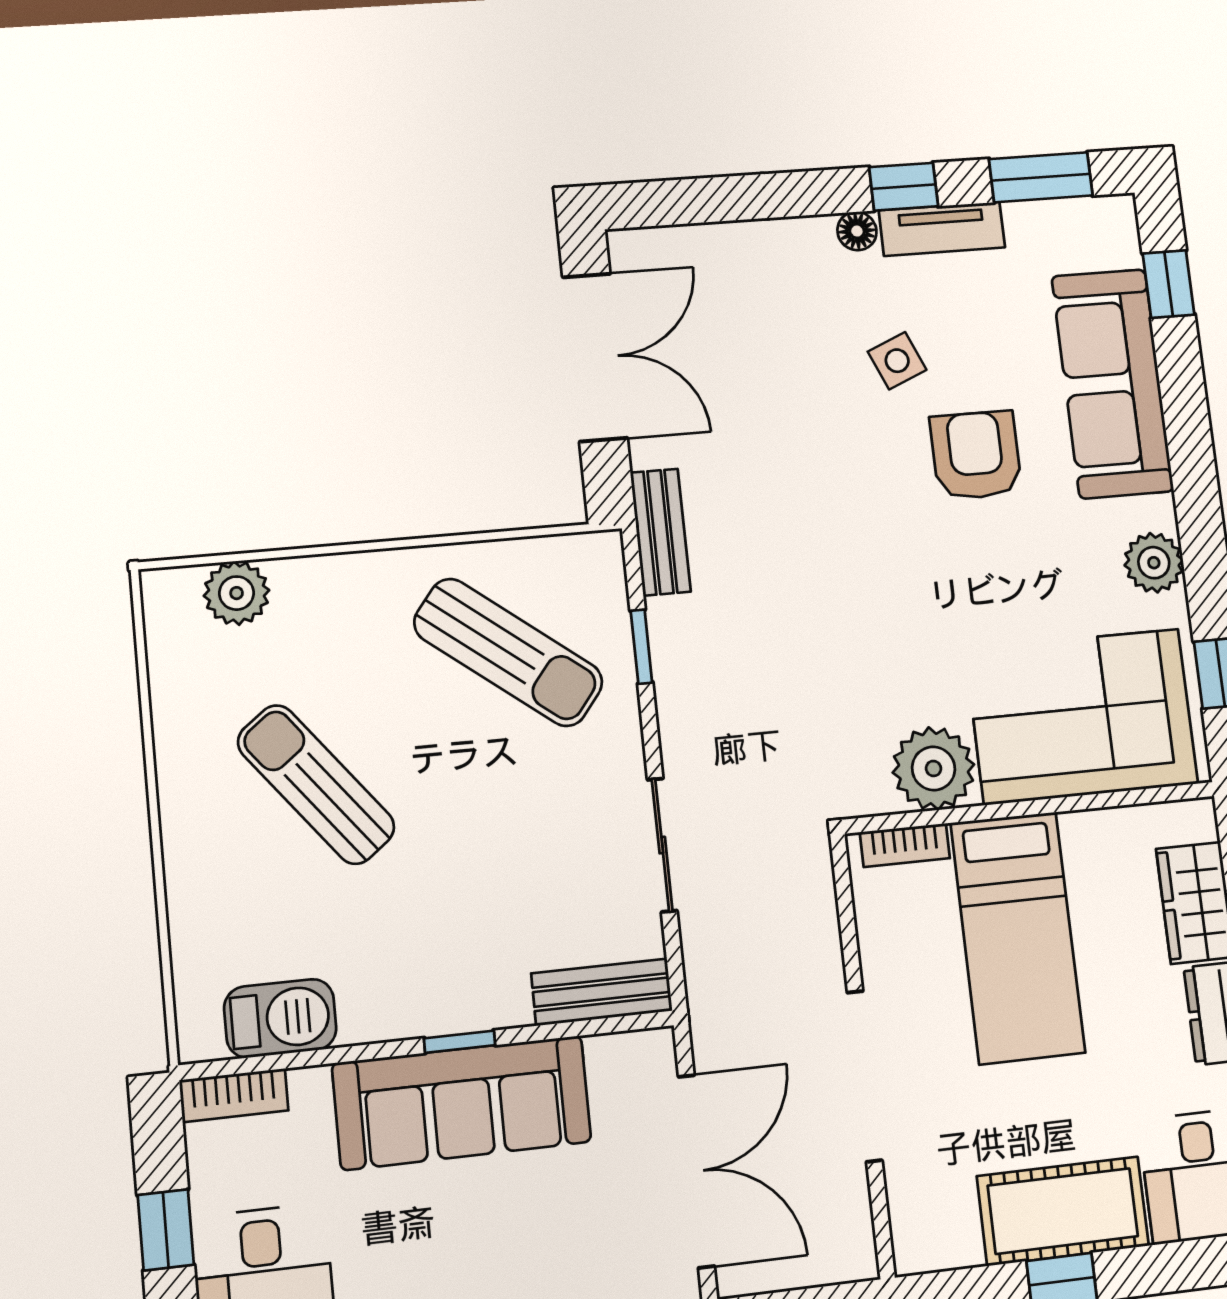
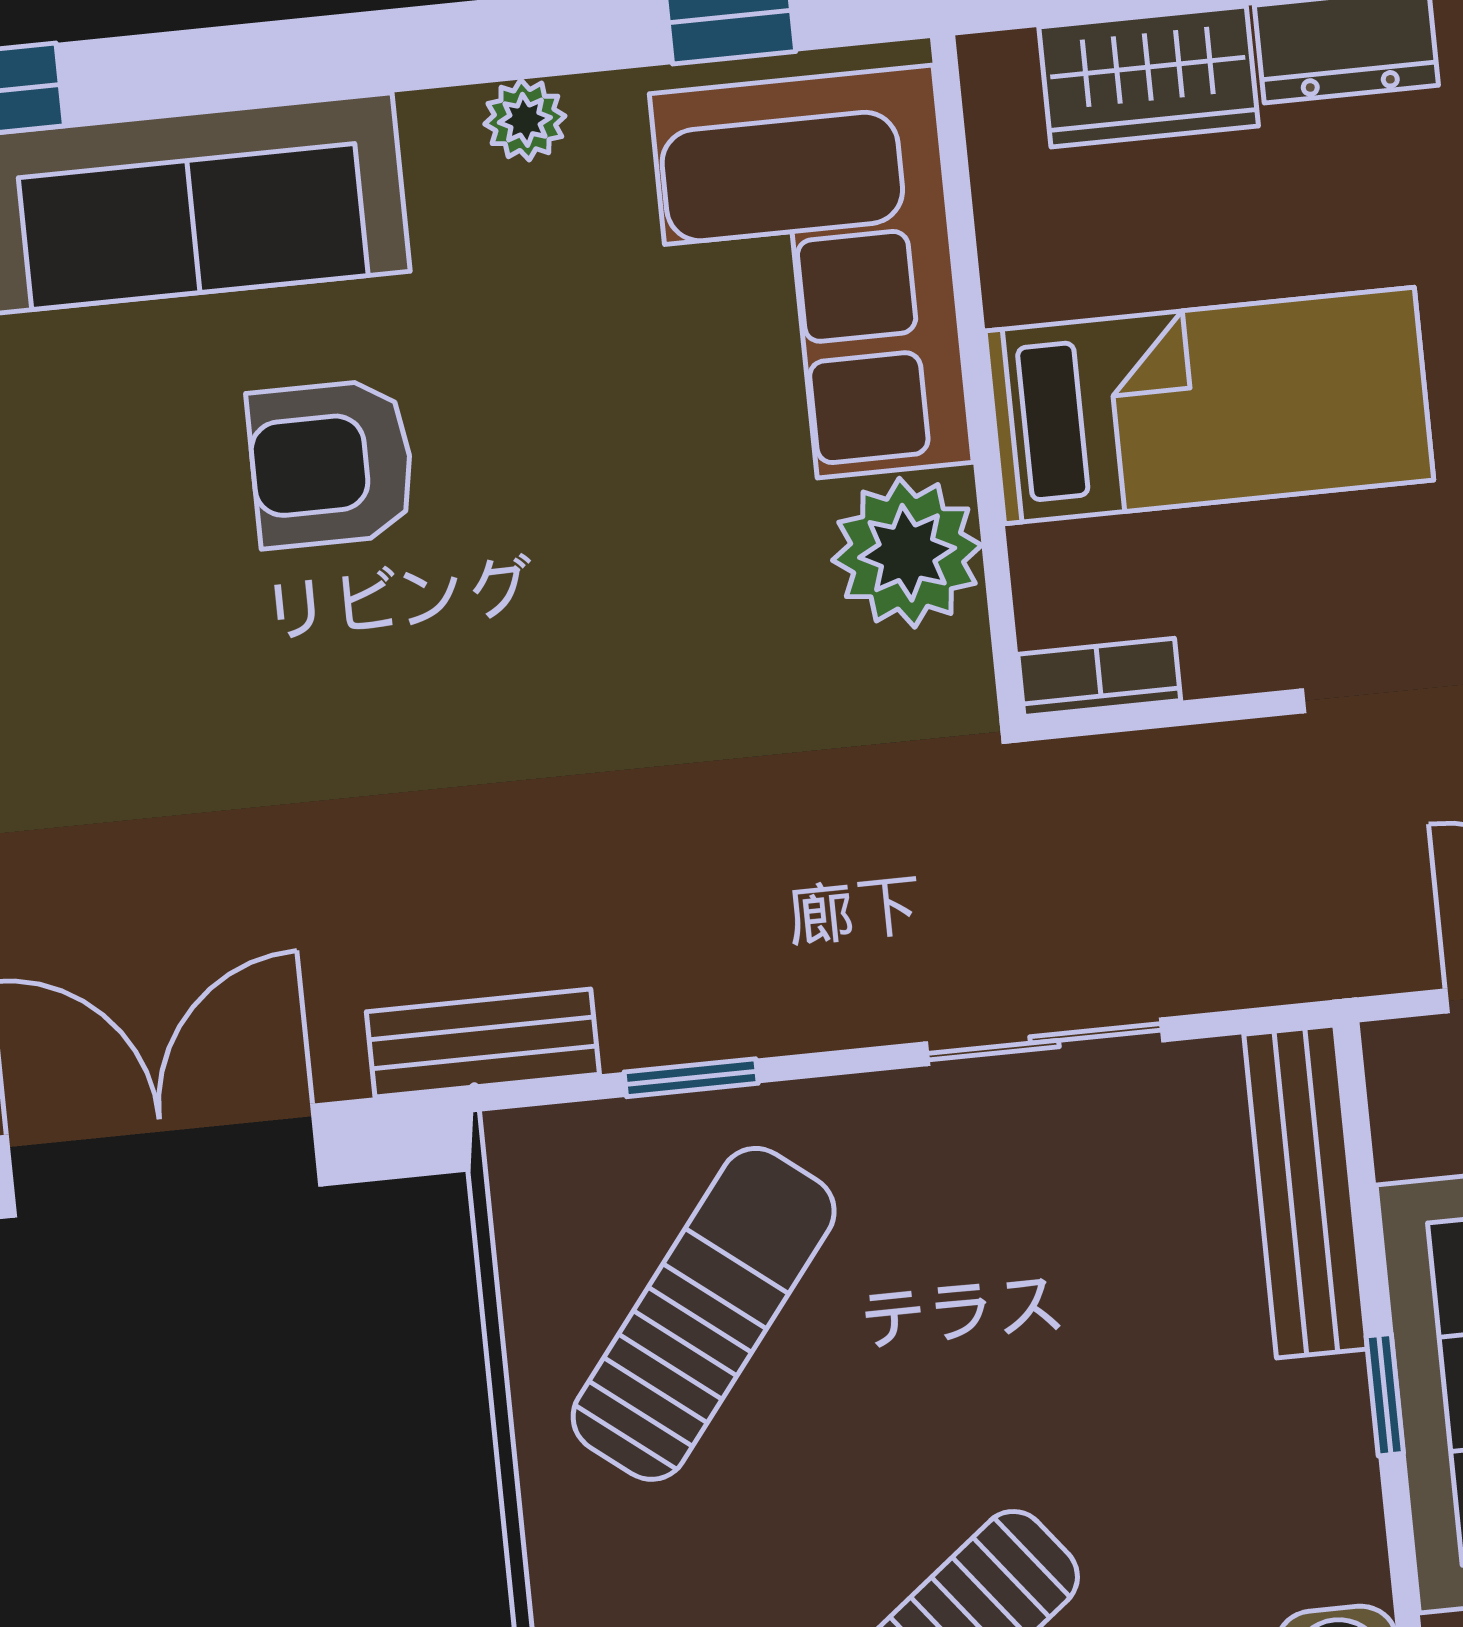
side table: (897, 361) -> (157, 607), removed
plant: (1154, 563) -> (525, 120), width x0.73, depth x0.73
bookcase: (905, 845) -> (1099, 677), moved, turned -90
bench: (602, 992) -> (1306, 1192), width x1.36

